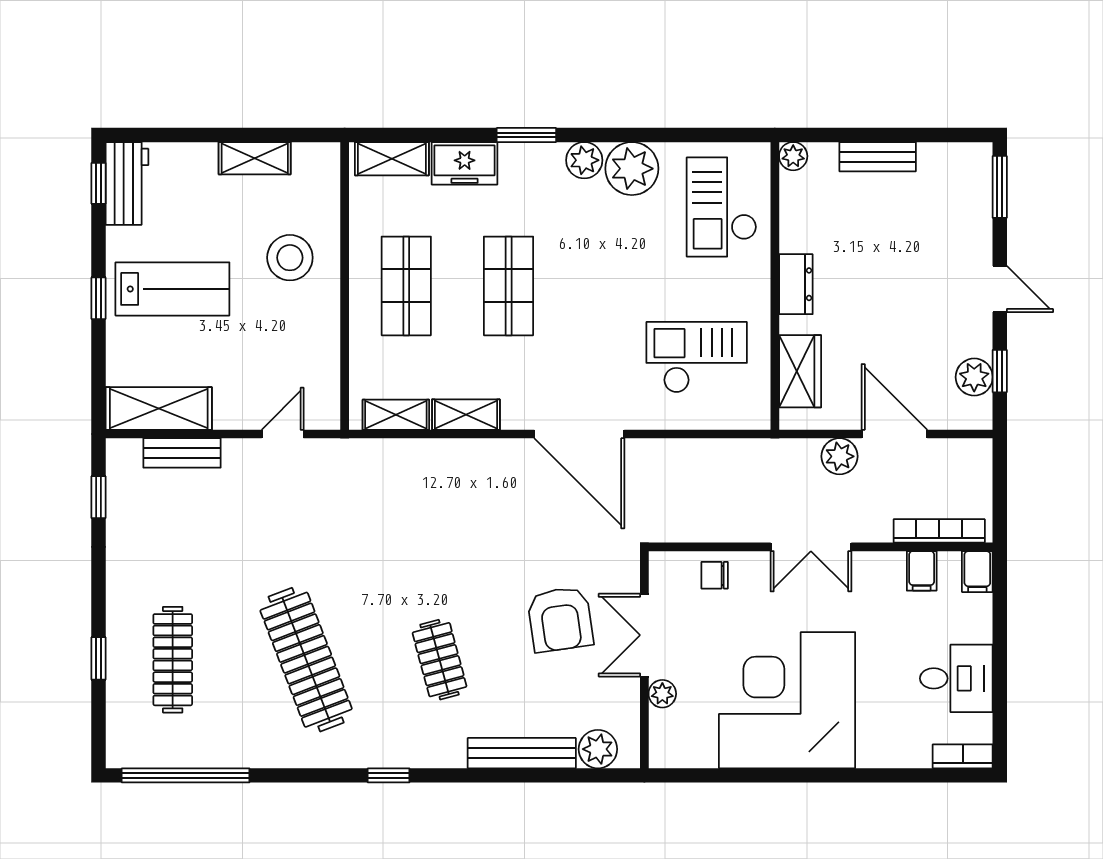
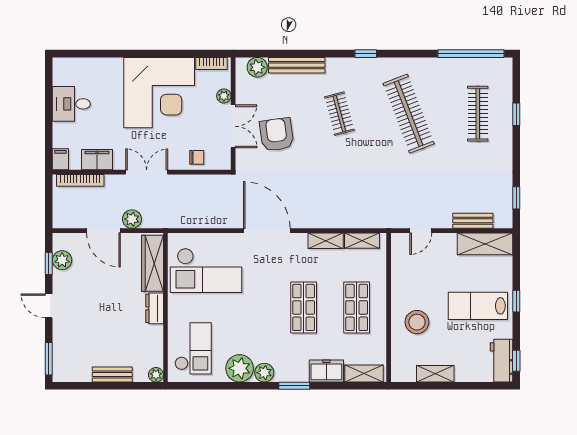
checkout: (697, 357) -> (206, 270), width x1.36, depth x1.21
wardrobe: (800, 371) -> (152, 263), width x1.50
filing cabinet: (922, 571) -> (97, 160), width x2.00
bookcase: (963, 756) -> (211, 64), moved

